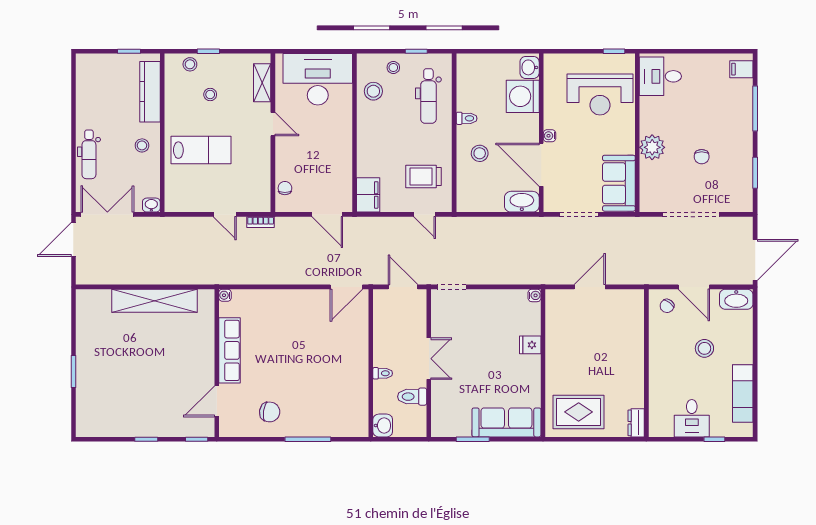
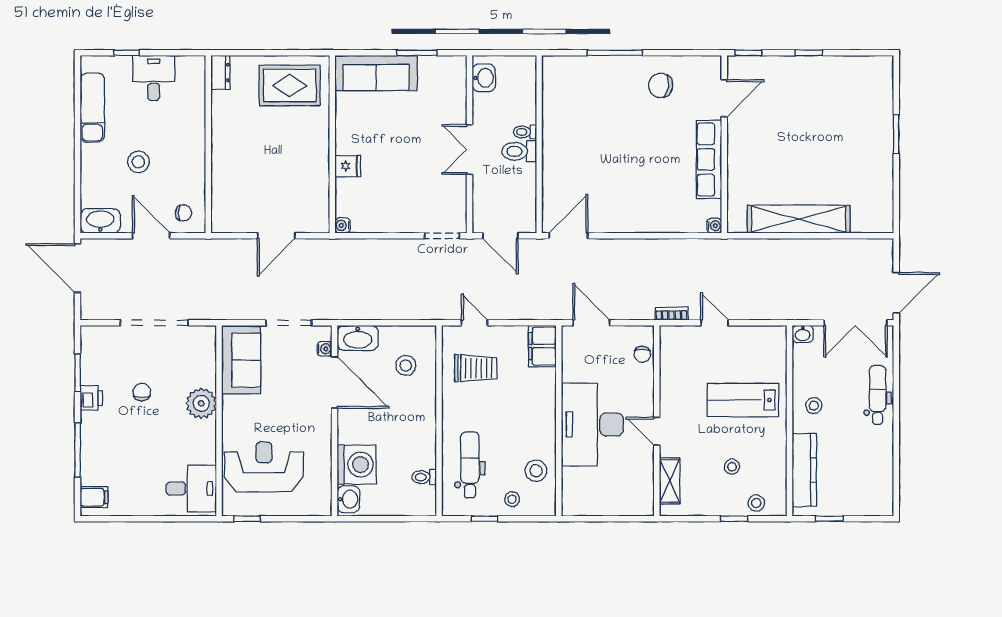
desk: (318, 79) -> (592, 425), moved, turned 90
toilet: (467, 118) -> (424, 477), moved
water cooler: (549, 136) -> (325, 349), moved
printer: (744, 152) -> (91, 398), added
stool: (480, 153) -> (406, 365), moved
door: (755, 260) -> (78, 268), hinge flipped
chair: (667, 306) -> (183, 213), turned 52
toilet: (412, 397) -> (519, 151), moved, turned 180
washbasin: (383, 425) -> (484, 78), moved, turned 180

